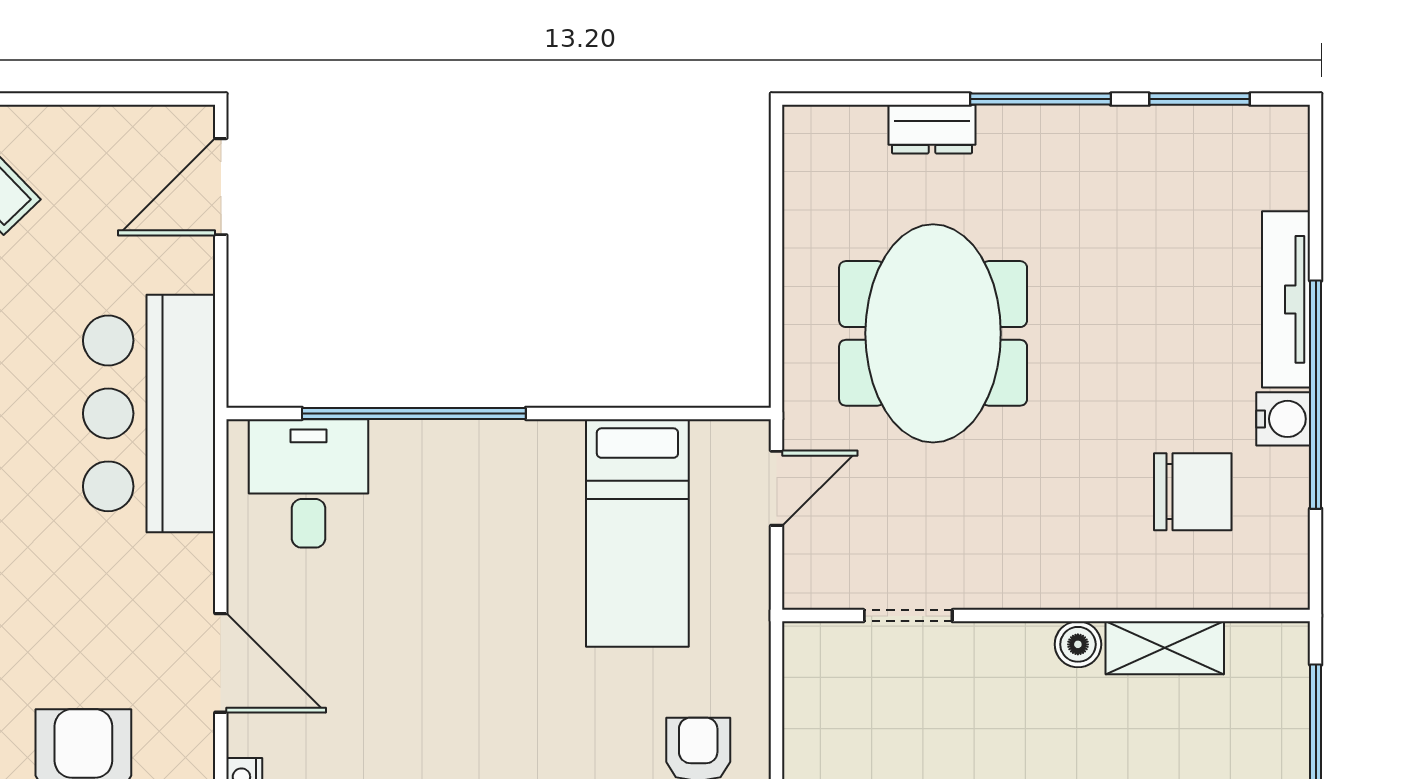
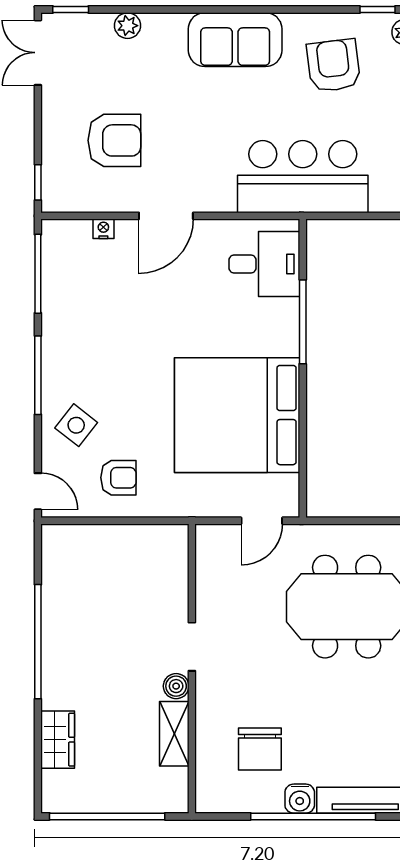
window: (414, 413) -> (303, 322), width x0.68
door: (777, 488) -> (262, 521), hinge flipped
bed: (637, 533) -> (237, 415), width x2.04
doorway: (908, 616) -> (192, 647), moved

